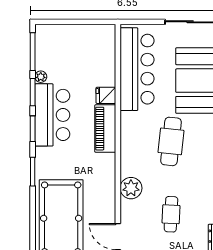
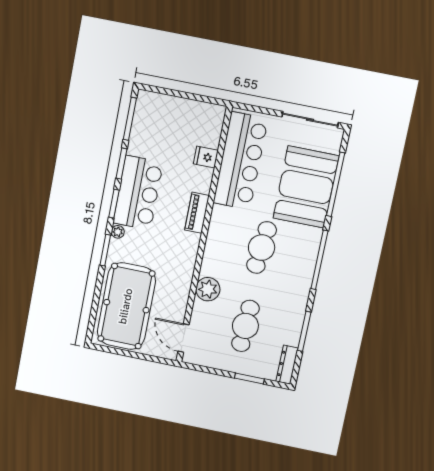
plant: (41, 77) -> (118, 232), moved
fridge: (106, 95) -> (206, 157), moved
piano: (105, 129) -> (197, 213), width x0.73, depth x0.75
cafe table: (171, 214) -> (245, 326), width x1.37, depth x1.35

